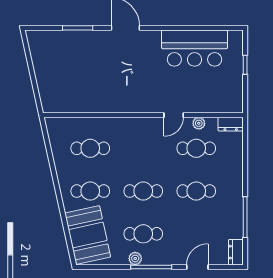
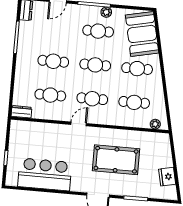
fridge: (41, 59) -> (167, 177), added
pool table: (107, 74) -> (116, 160), added
door: (174, 115) -> (79, 124), moved
plant: (199, 123) -> (155, 124), moved
cafe table: (143, 148) -> (92, 99), added

